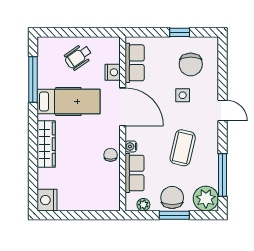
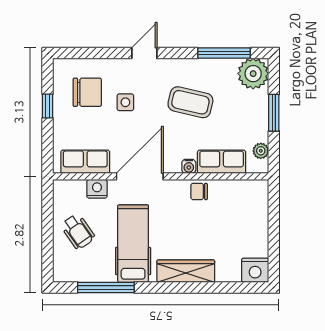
chair: (172, 198) -> (252, 115), removed

